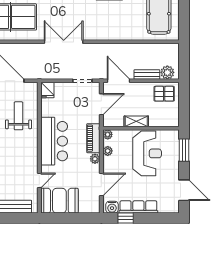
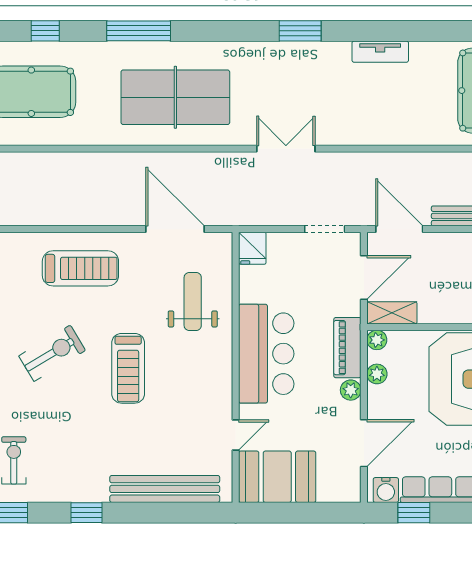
double door: (64, 42) -> (286, 149), width x0.73
shelving: (136, 121) -> (392, 313), moved

